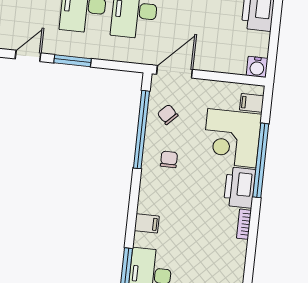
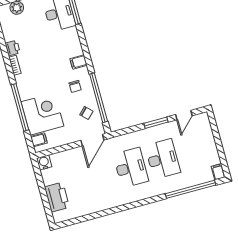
printer: (240, 188) -> (13, 48), moved, width x0.53, depth x0.68
filing cabinet: (147, 223) -> (78, 62), moved

